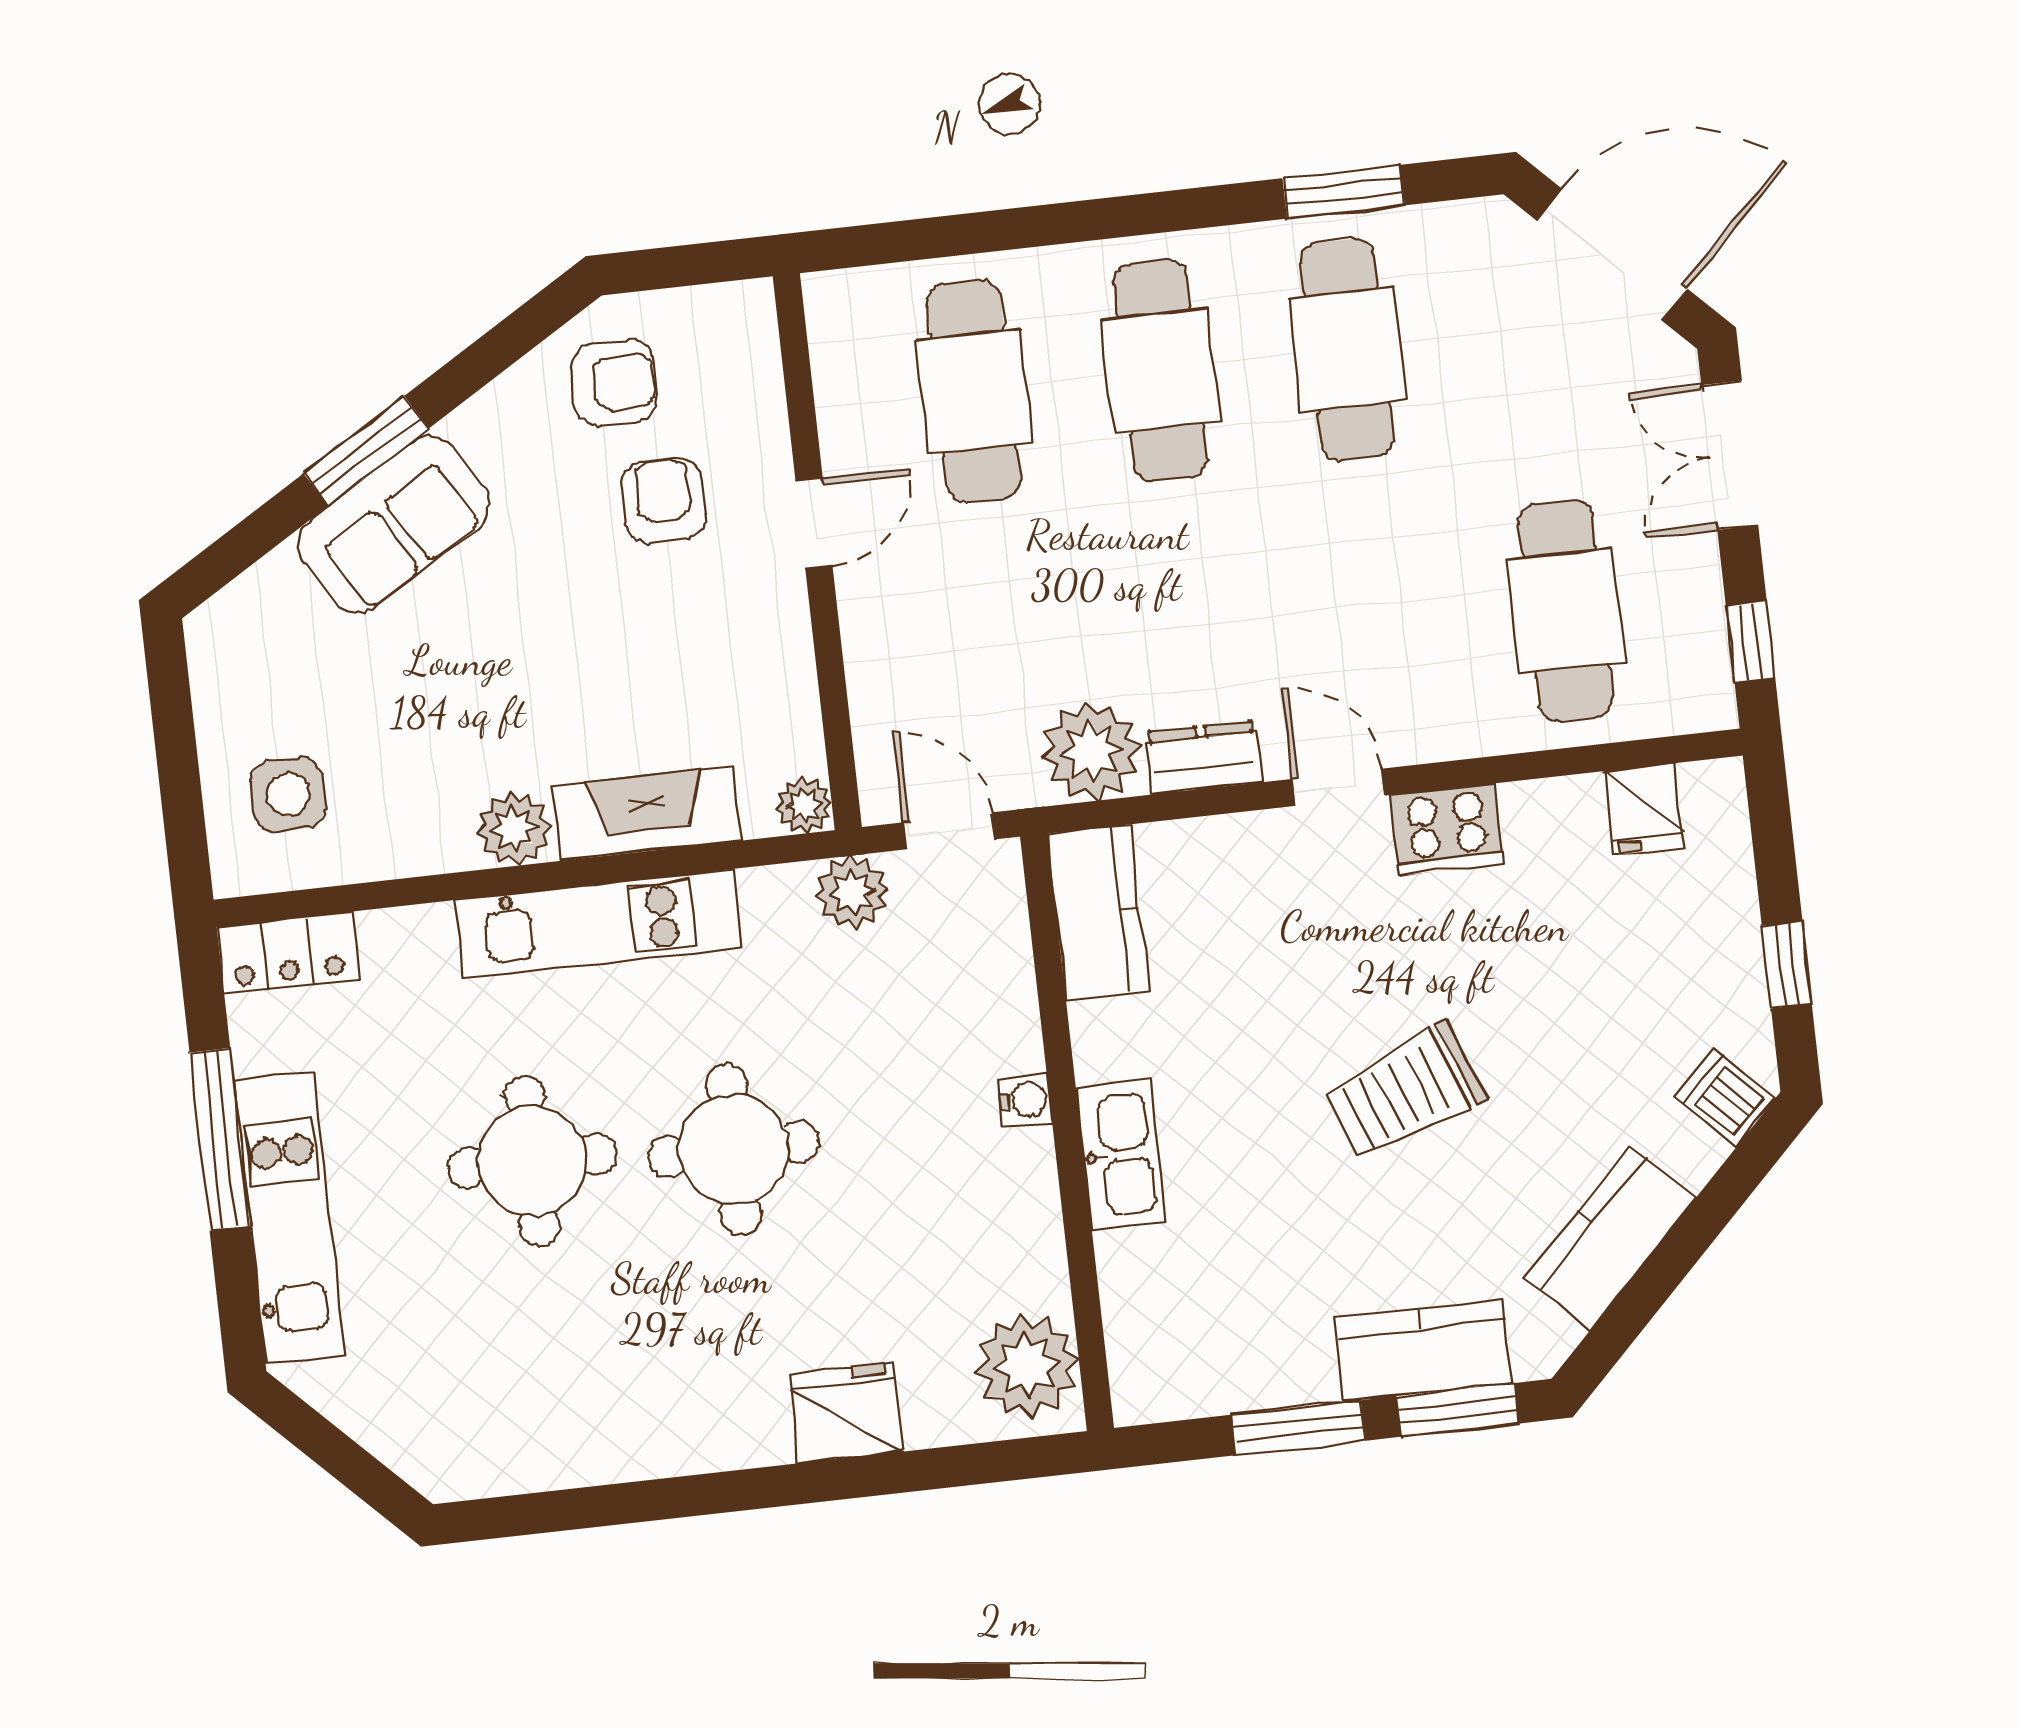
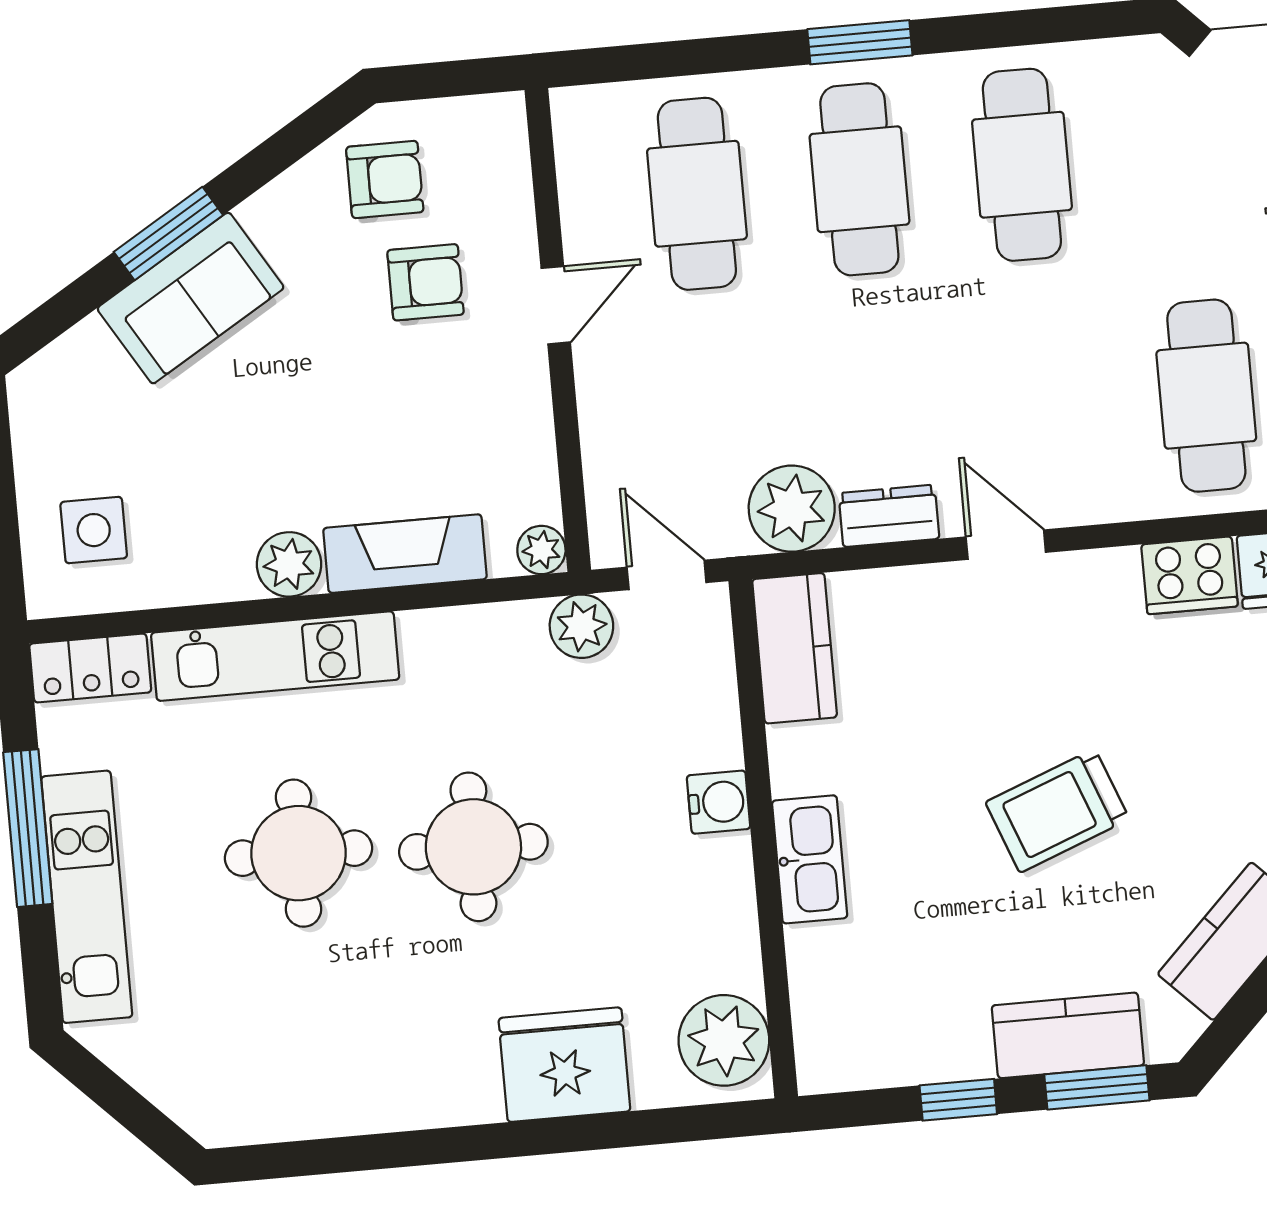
window: (1344, 192) -> (860, 42), moved
armchair: (664, 500) -> (426, 282), turned 90
cooker: (1447, 830) -> (1190, 575), moved
kitchen unit: (598, 924) -> (275, 656), moved
water cooler: (1025, 1100) -> (719, 802), width x1.38, depth x1.38
fridge: (846, 1413) -> (564, 1065), width x1.36, depth x1.34
window: (1298, 1428) -> (958, 1100), width x0.67

